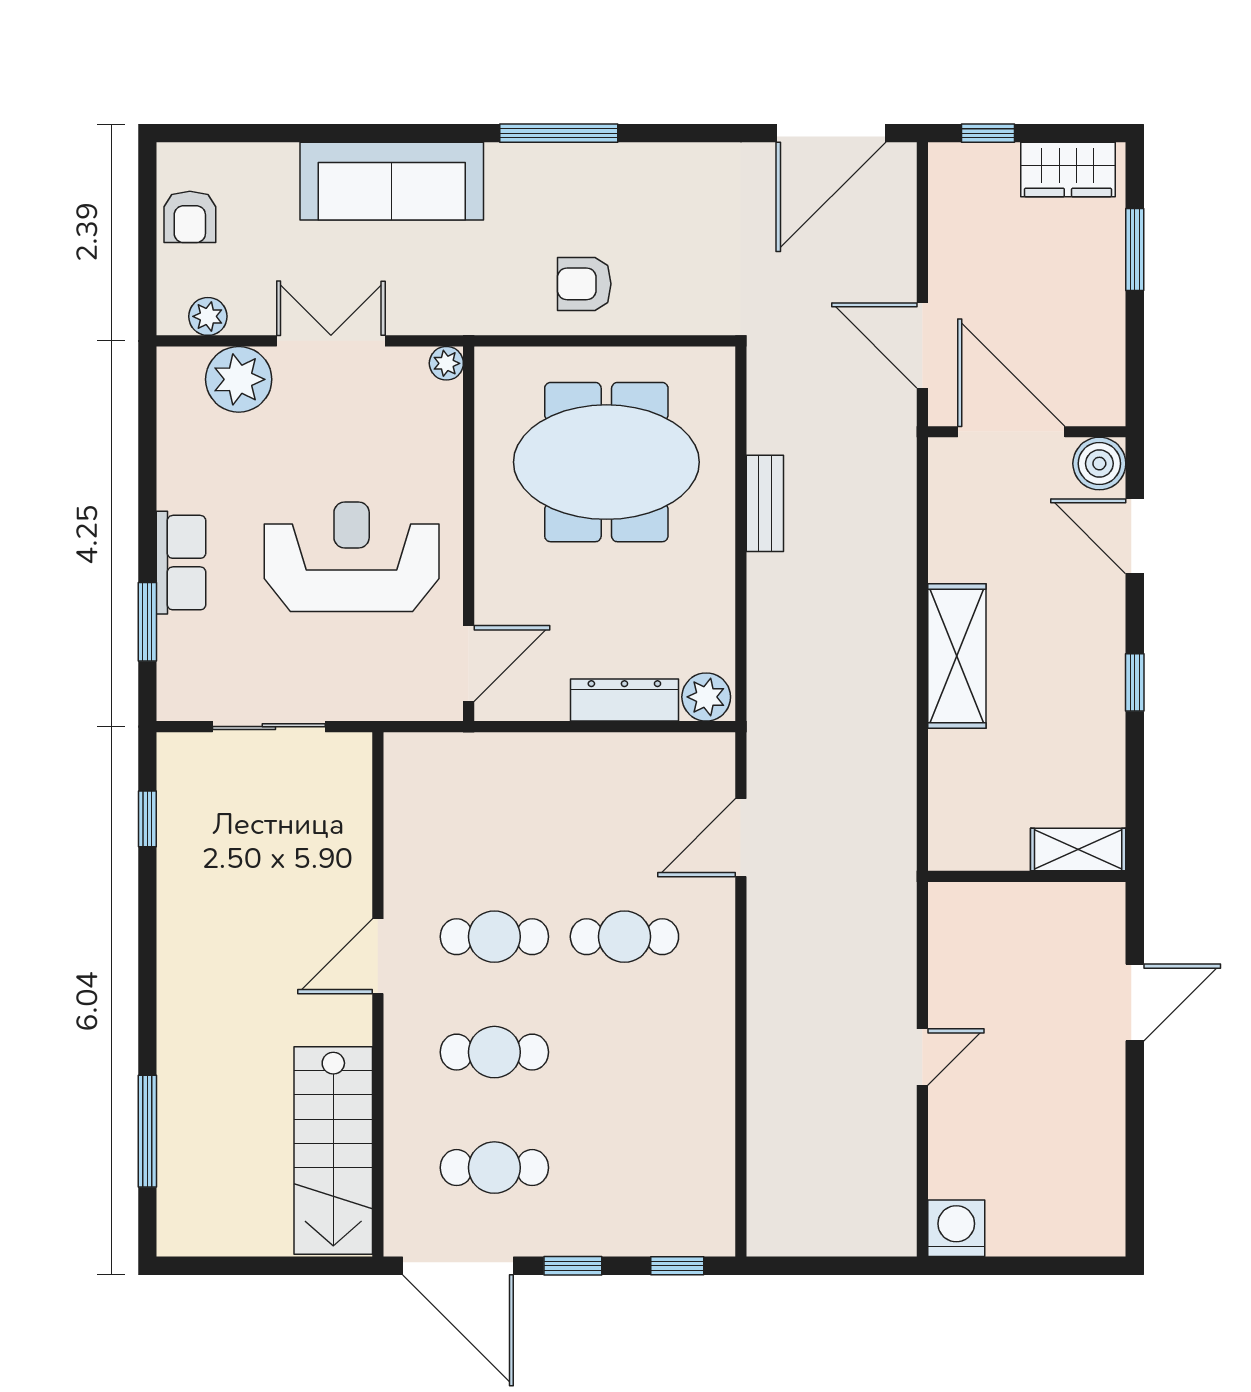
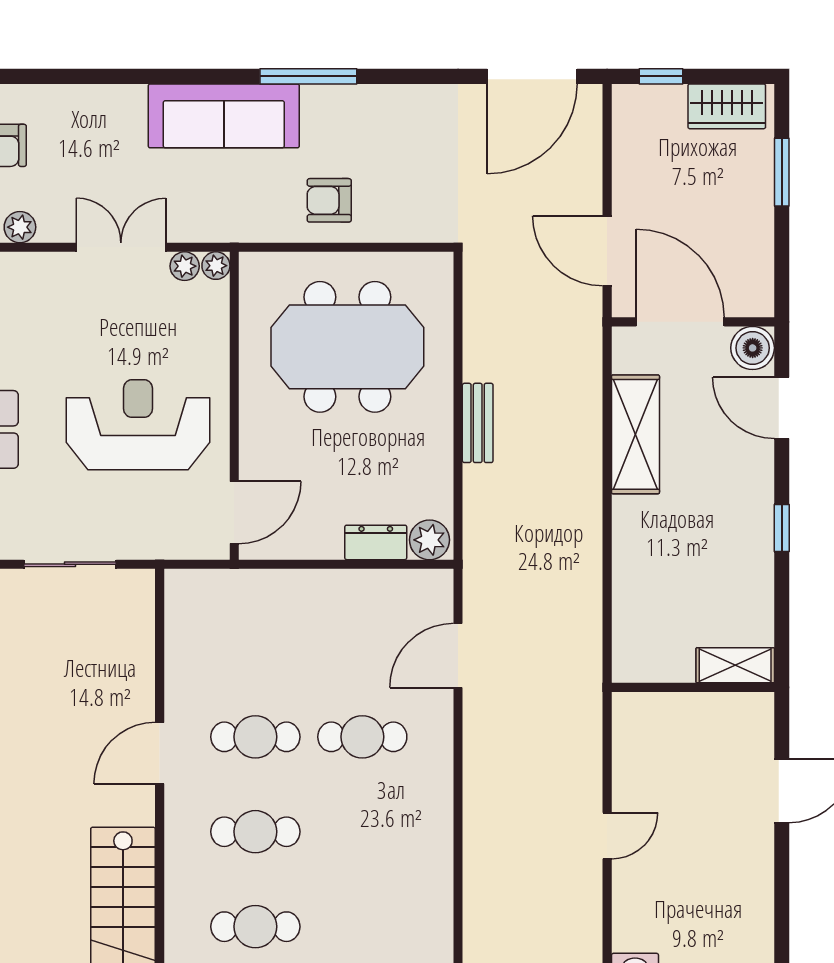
sofa: (392, 181) -> (224, 116), moved
plant: (239, 379) -> (185, 266), moved, width x0.53, depth x0.53
bench: (765, 503) -> (478, 423), moved
shelving: (957, 656) -> (635, 434), moved
dresser: (624, 700) -> (376, 542), width x0.70

